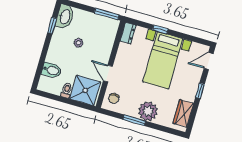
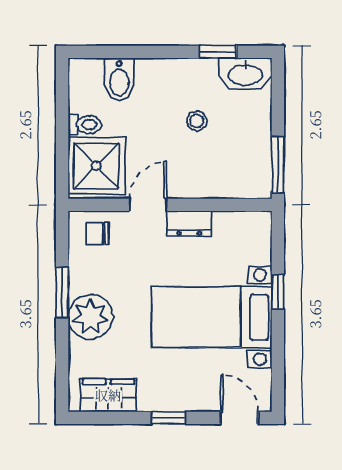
dresser: (128, 33) -> (189, 223), moved

